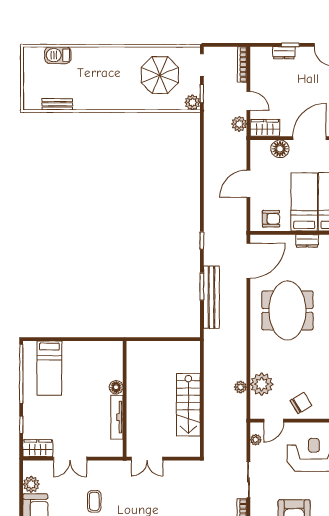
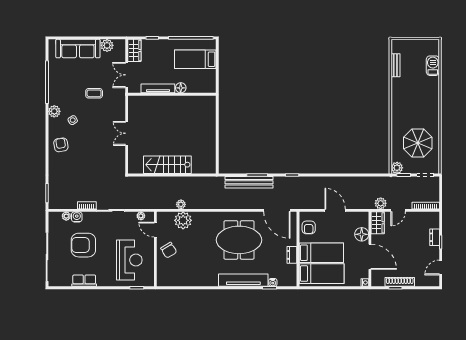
floor lamp: (116, 387) -> (181, 88), moved
wall: (125, 399) -> (172, 94), moved
tv unit: (117, 417) -> (158, 88), moved

